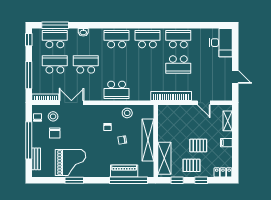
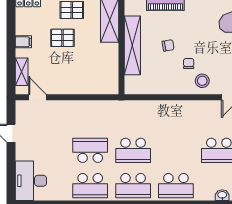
school desk: (117, 90) -> (133, 150), moved, turned 180
bookcase: (171, 96) -> (100, 107), removed
door: (204, 103) -> (37, 97), moved
stool: (127, 113) -> (202, 81), moved

